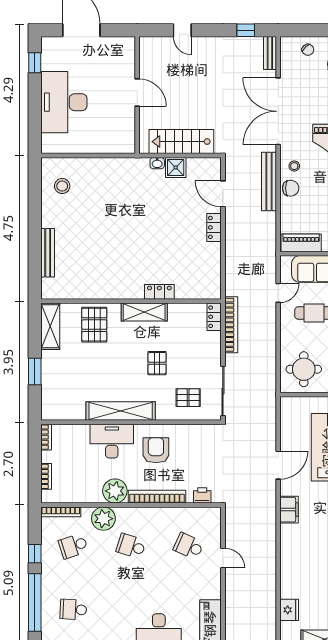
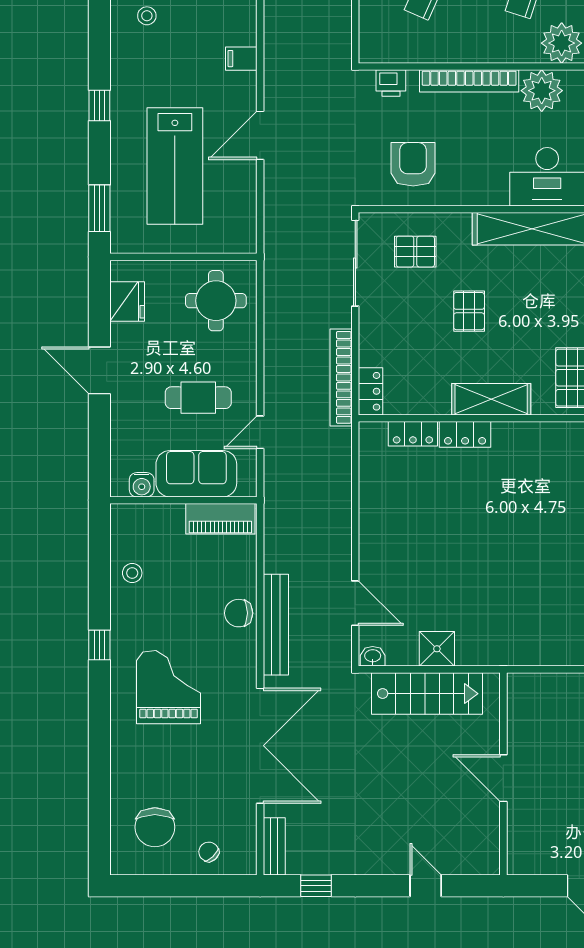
washbasin: (157, 163) -> (373, 656), moved
stool: (294, 166) -> (232, 651), removed
locker: (214, 227) -> (413, 434), moved, turned 90
armchair: (156, 450) -> (413, 164), moved, turned 180
filing cabinet: (289, 510) -> (241, 59), width x0.50

